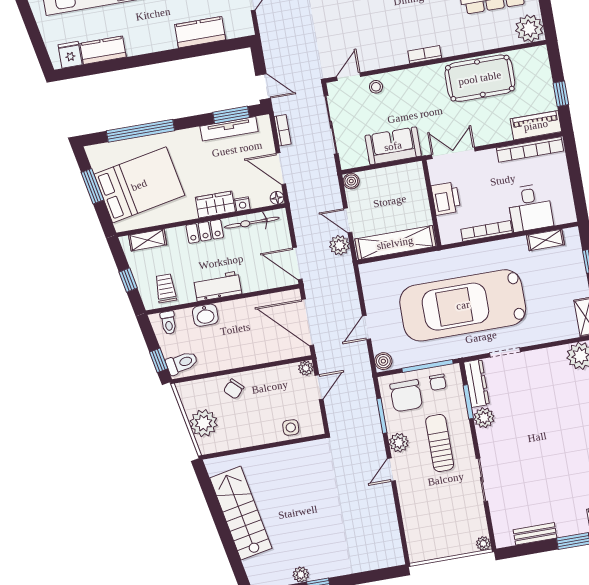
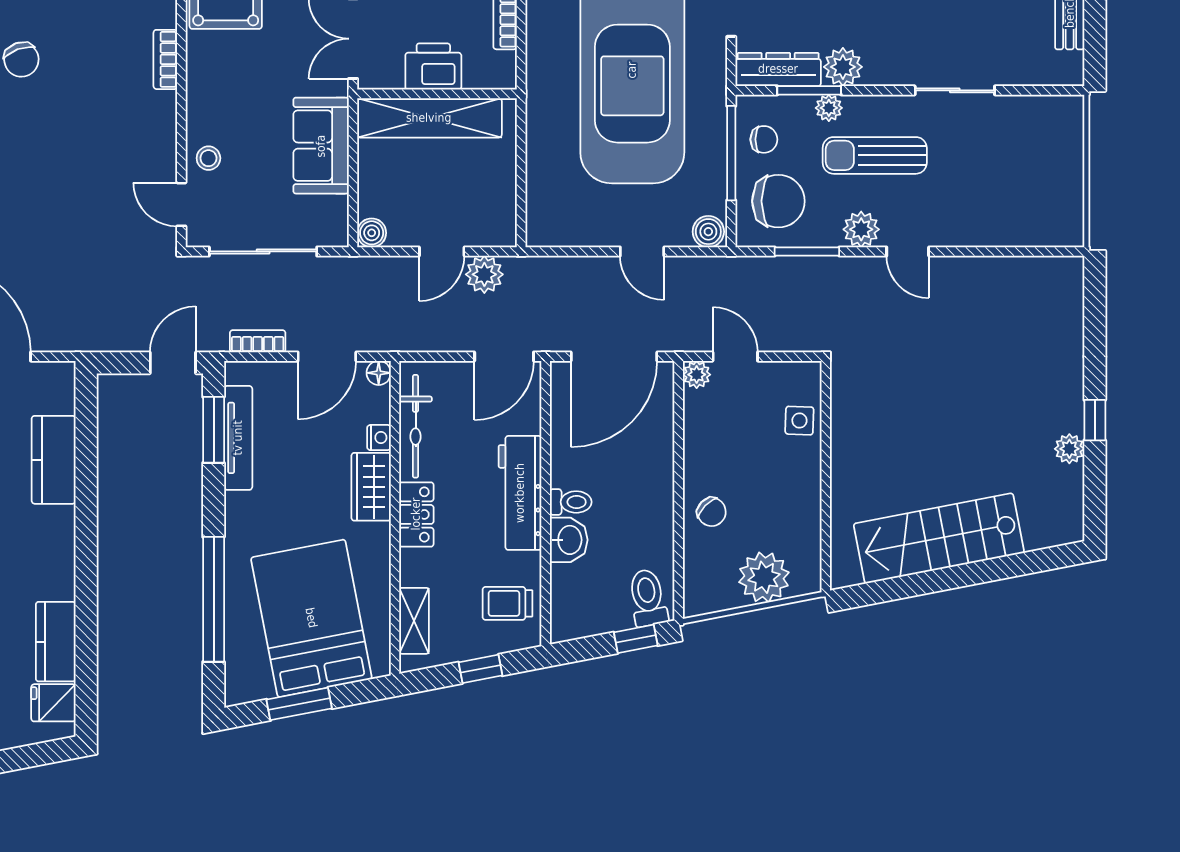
shelving: (395, 243) -> (429, 118), moved, turned 90
workbench: (218, 286) -> (520, 493), width x1.38
toilet: (168, 323) -> (571, 502), moved
plant: (483, 544) -> (829, 108), moved

